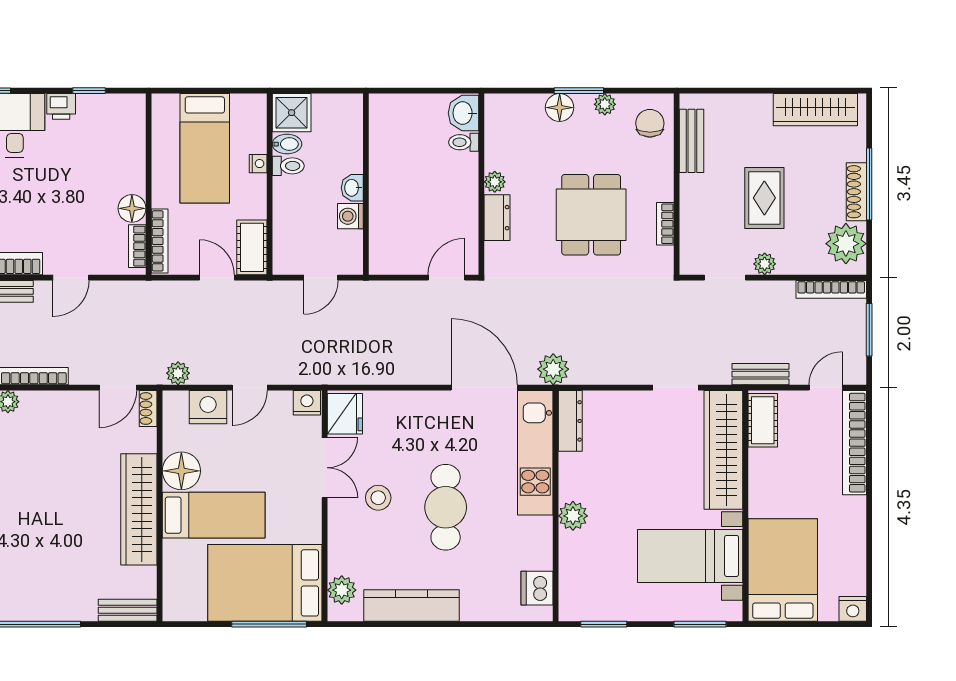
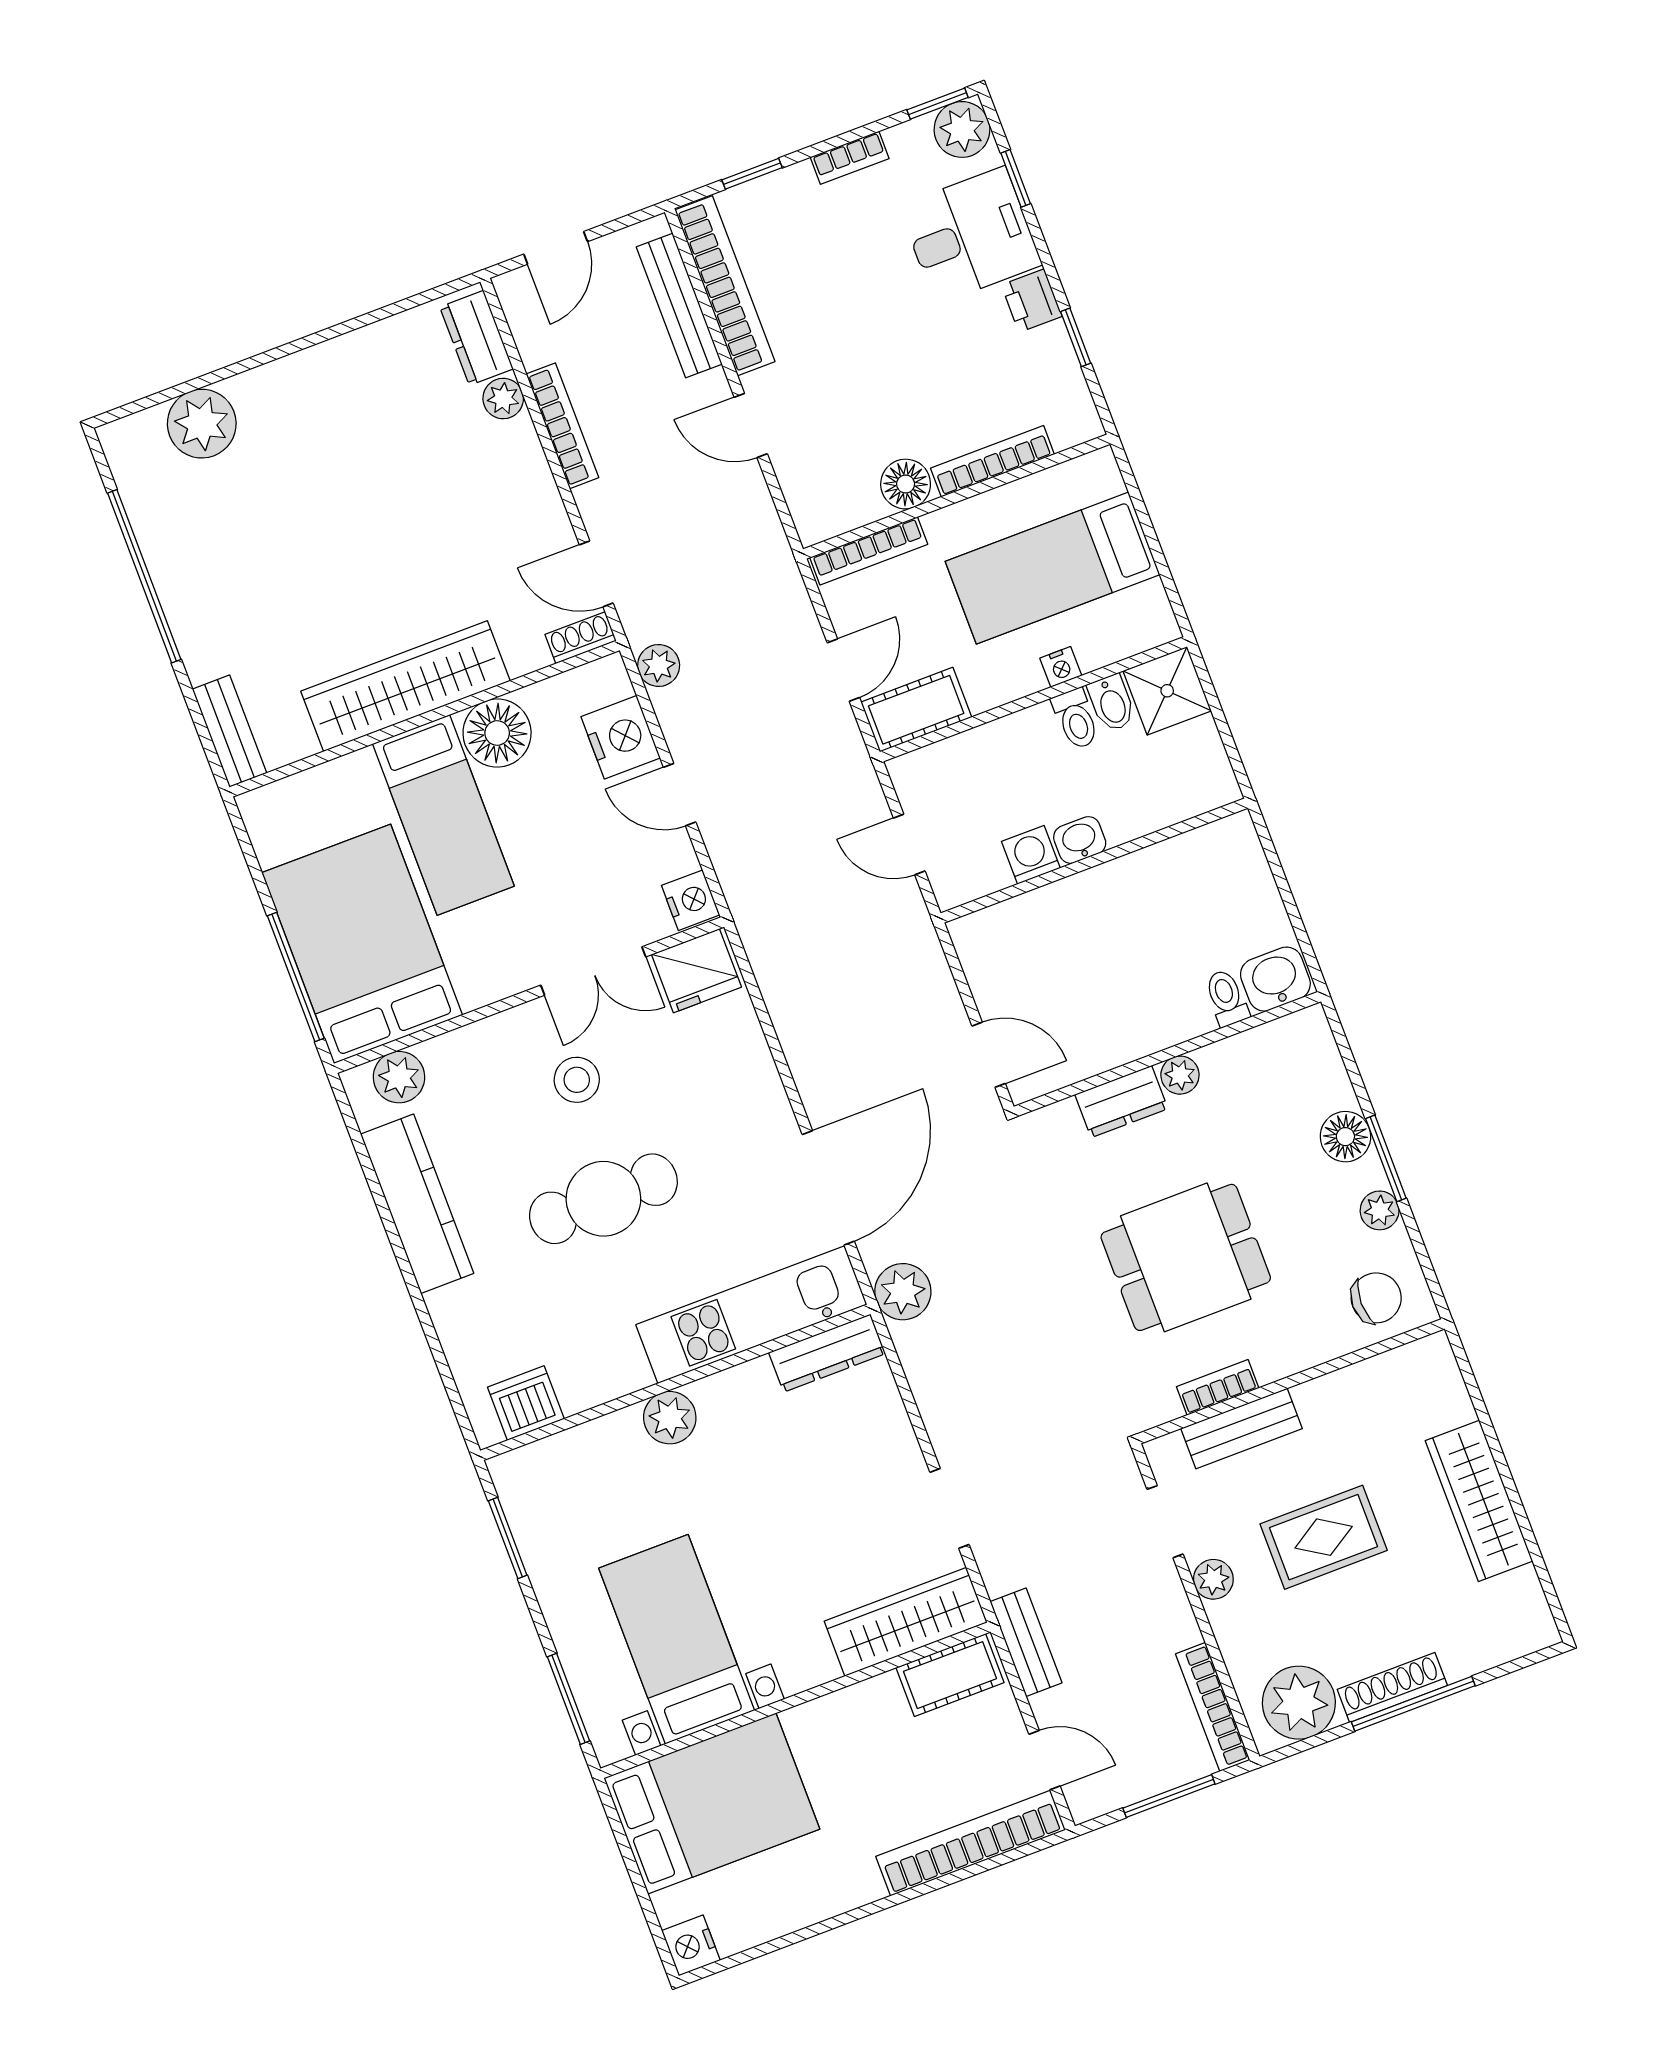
wardrobe: (815, 110) -> (1479, 1501), moved
bench: (691, 141) -> (1242, 1429), moved
bookcase: (137, 246) -> (992, 461), moved, width x1.56
wardrobe: (723, 450) -> (906, 1622), width x0.71, depth x0.85

